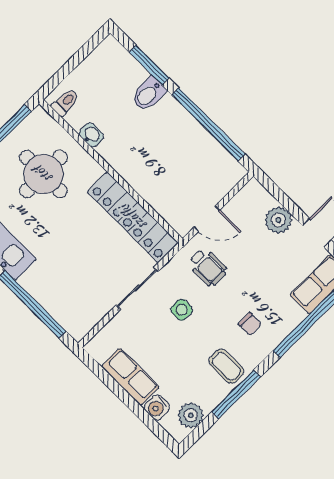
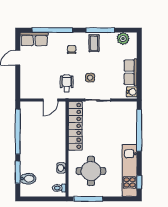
bidet: (148, 94) -> (28, 179), moved
door: (207, 219) -> (50, 100), swing flipped
plant: (278, 220) -> (26, 75), removed
water cooler: (157, 407) -> (132, 92), moved

